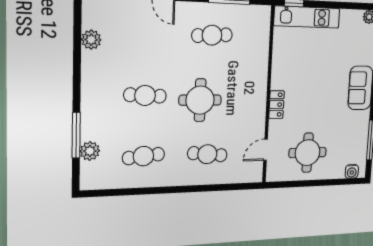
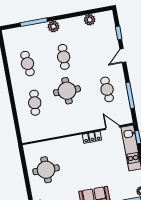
locker: (276, 105) -> (92, 137), moved
door: (266, 150) -> (112, 128), moved
plant: (90, 151) -> (54, 27), moved

